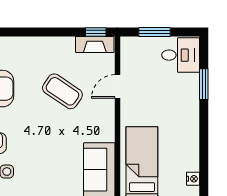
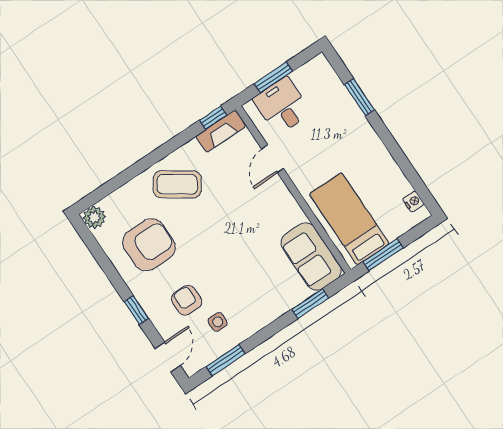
desk: (181, 55) -> (282, 106), moved, turned -90
coffee table: (62, 91) -> (177, 184), moved

